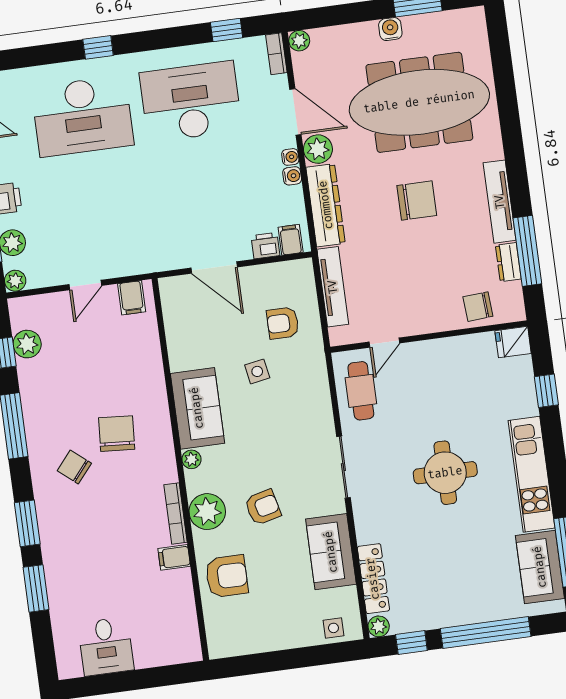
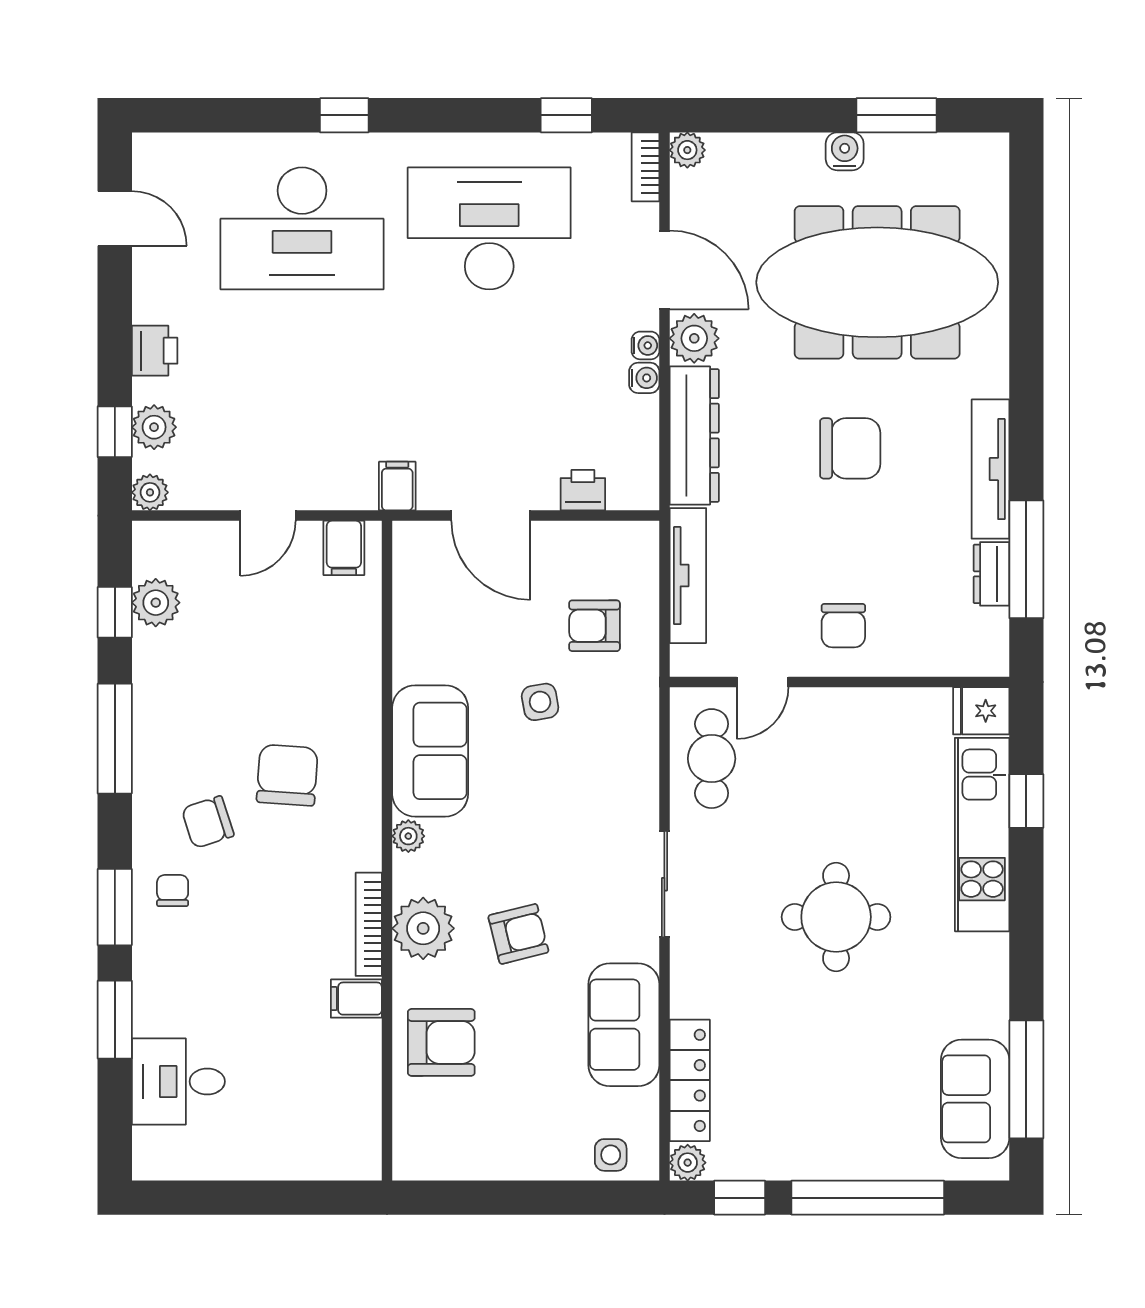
filing cabinet: (291, 240) -> (397, 486), moved
chair: (478, 307) -> (843, 626), moved, turned -86
chair: (74, 467) -> (208, 822), turned -58
kitchen unit: (531, 474) -> (982, 835), moved
chair: (59, 509) -> (173, 891), added
desk: (106, 646) -> (178, 1081), moved, turned 90

